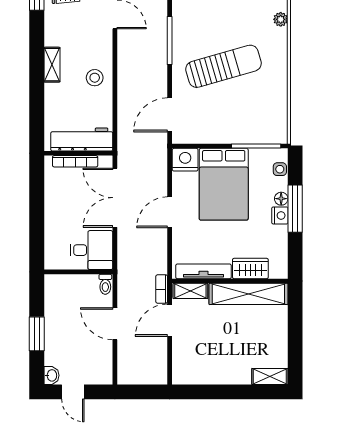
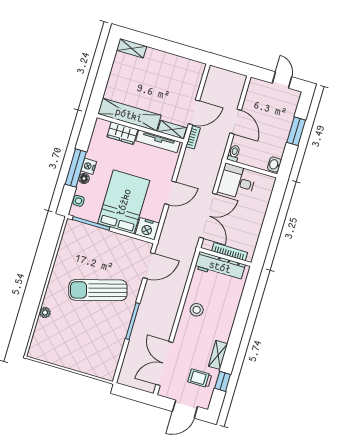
shelving: (52, 65) -> (218, 355), moved
washbasin: (51, 375) -> (274, 165), moved

